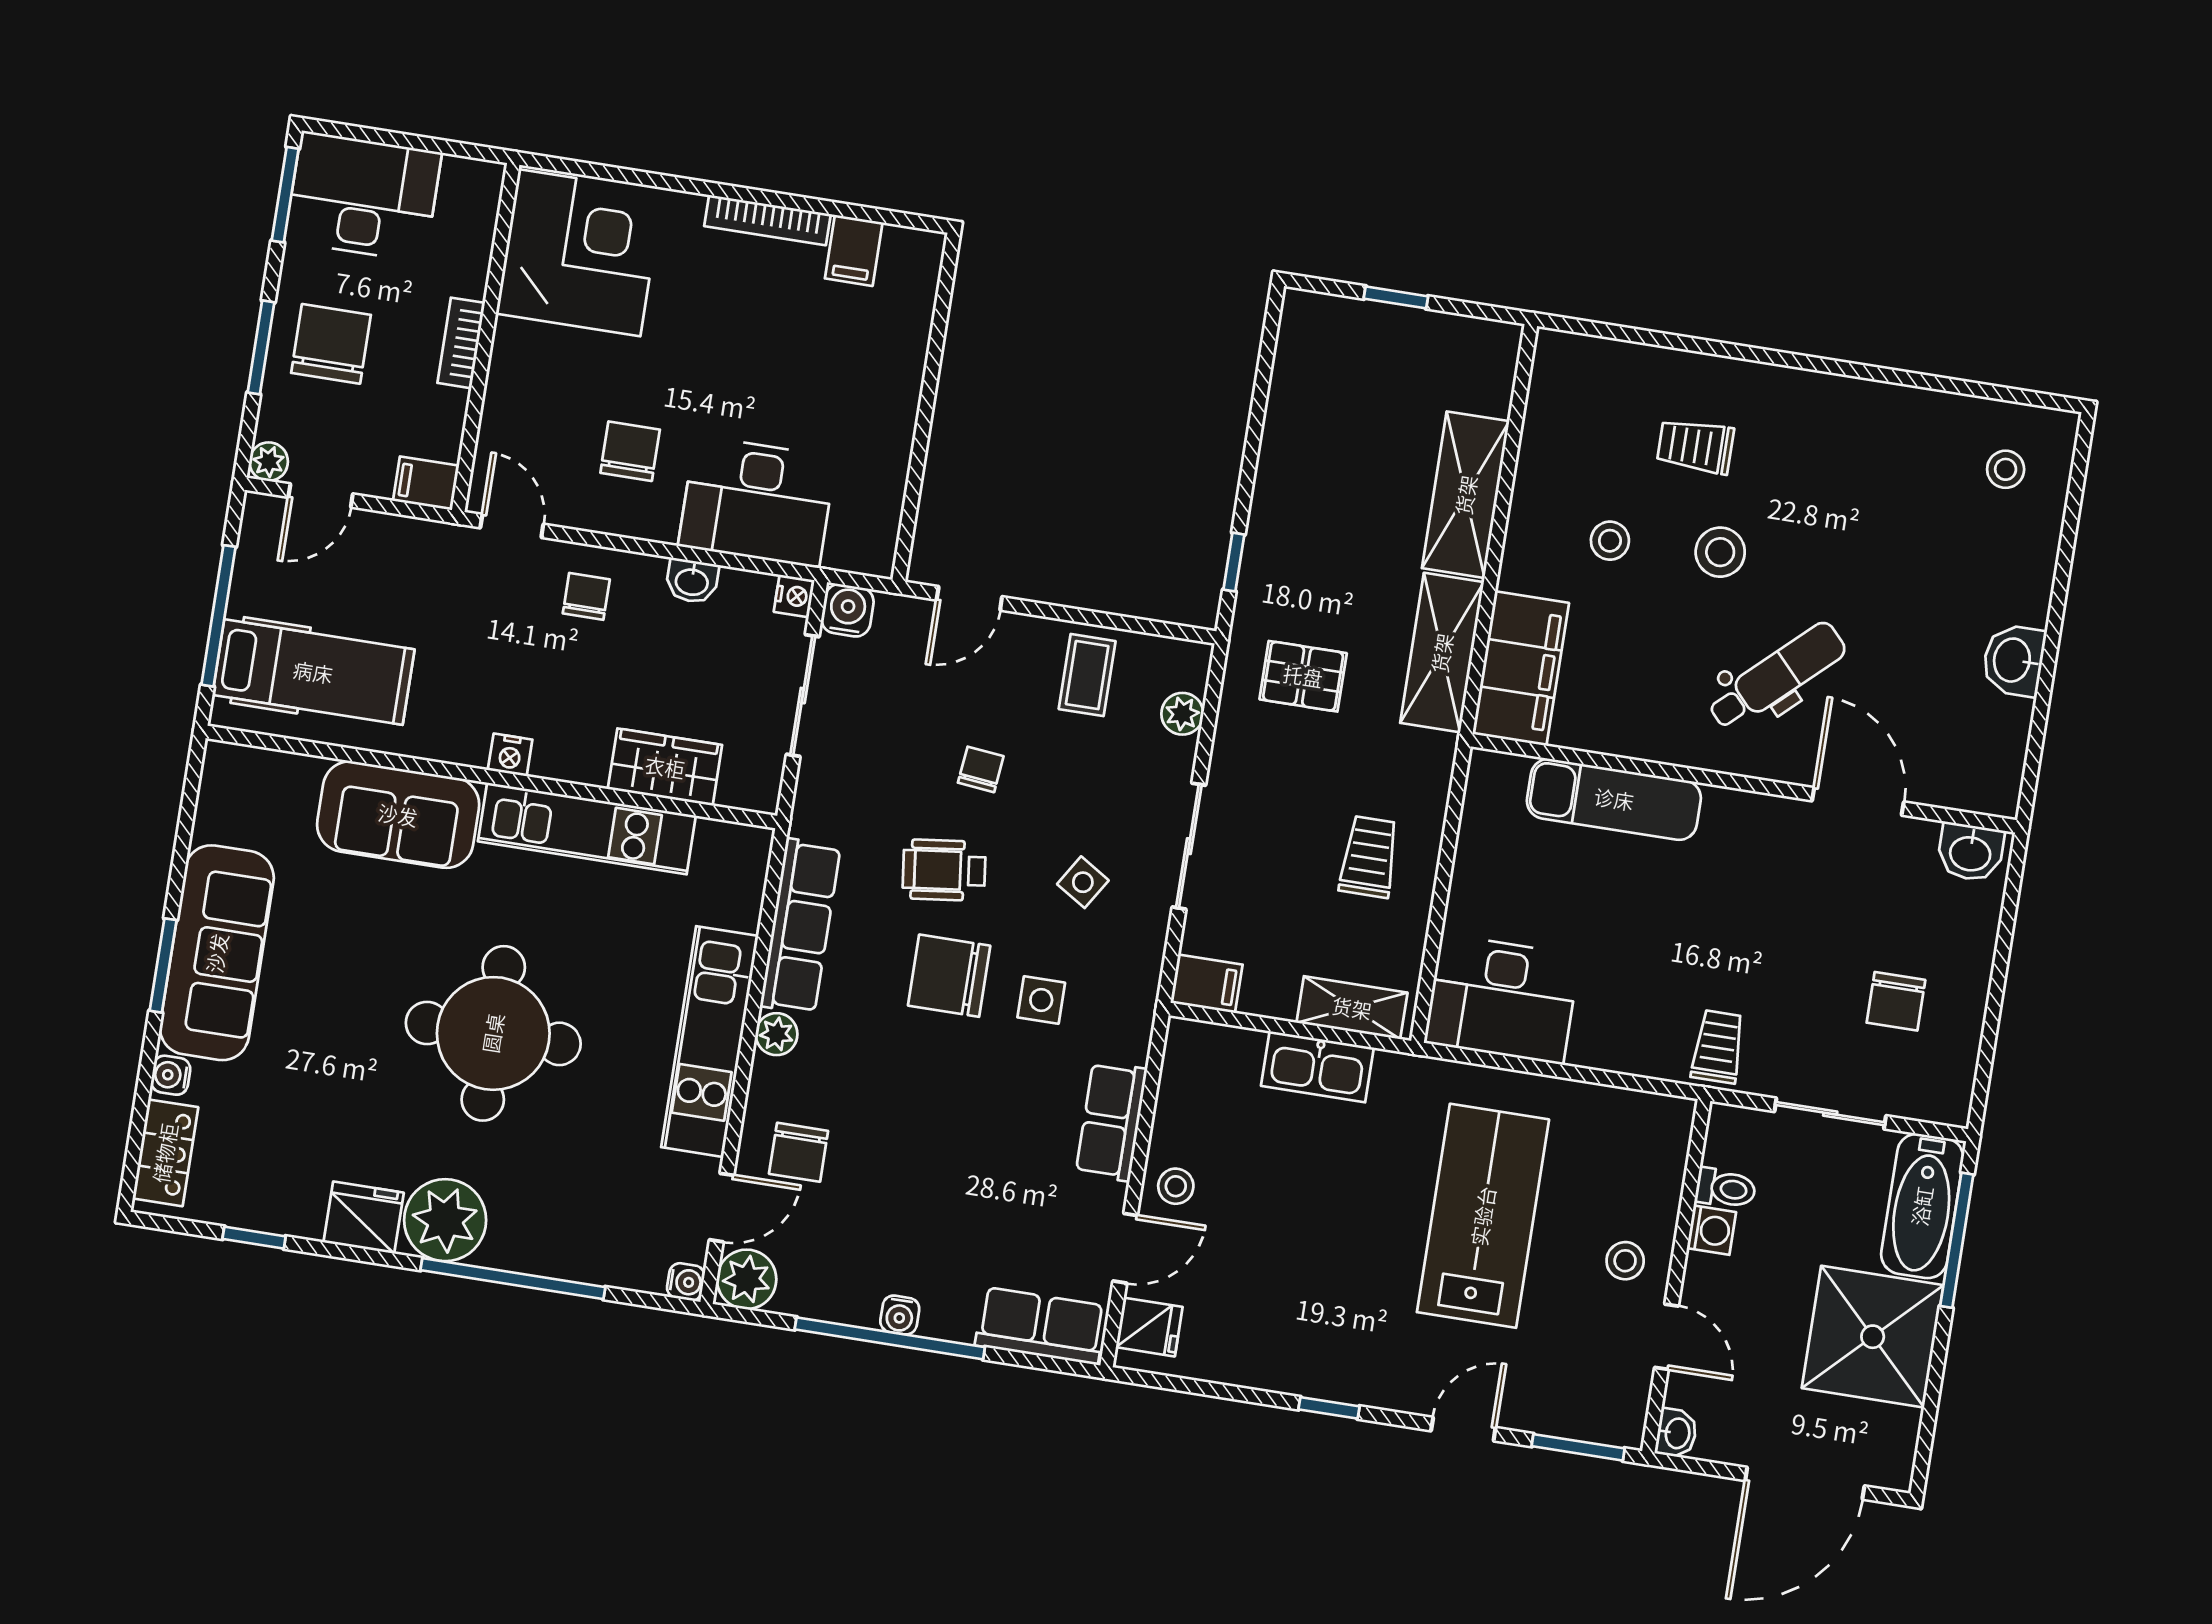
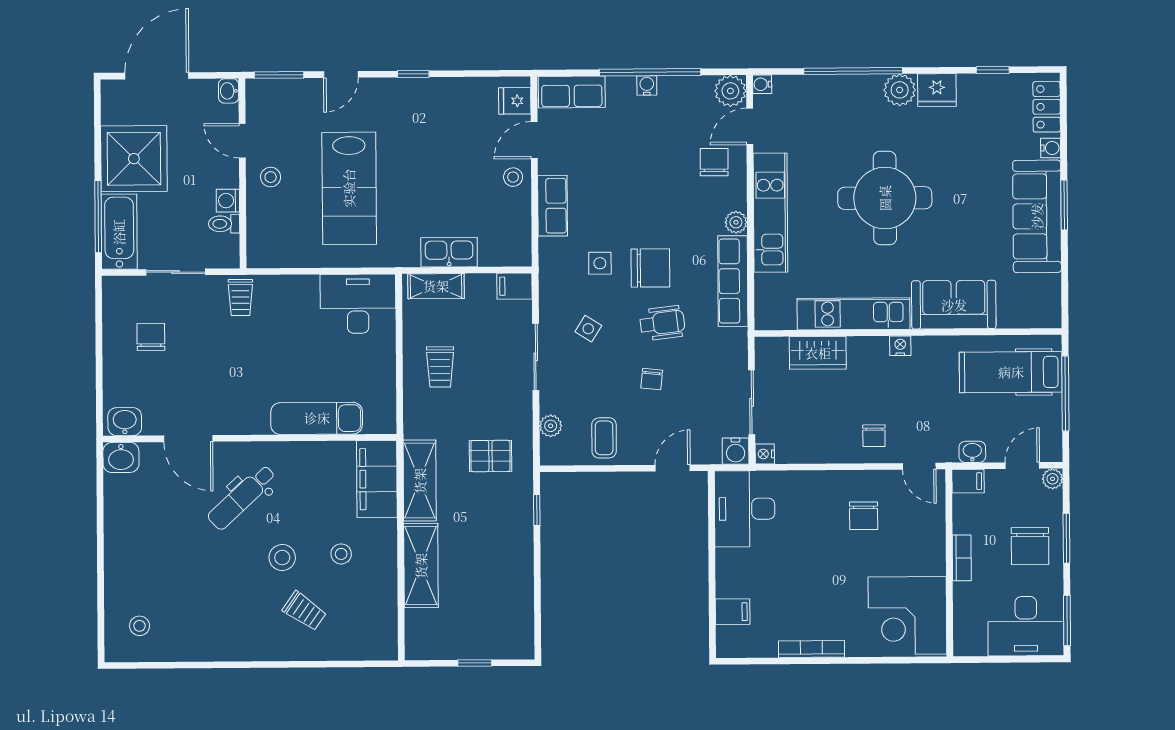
filing cabinet: (854, 250) -> (733, 612), moved, turned 90
trolley: (1695, 446) -> (304, 611), turned 35
desk: (757, 502) -> (745, 509), moved, turned -90
washbasin: (692, 581) -> (972, 452), moved
washbasin: (2014, 660) -> (121, 457), moved, turned 90
plant: (445, 1220) -> (900, 90), width x0.73, depth x0.73

